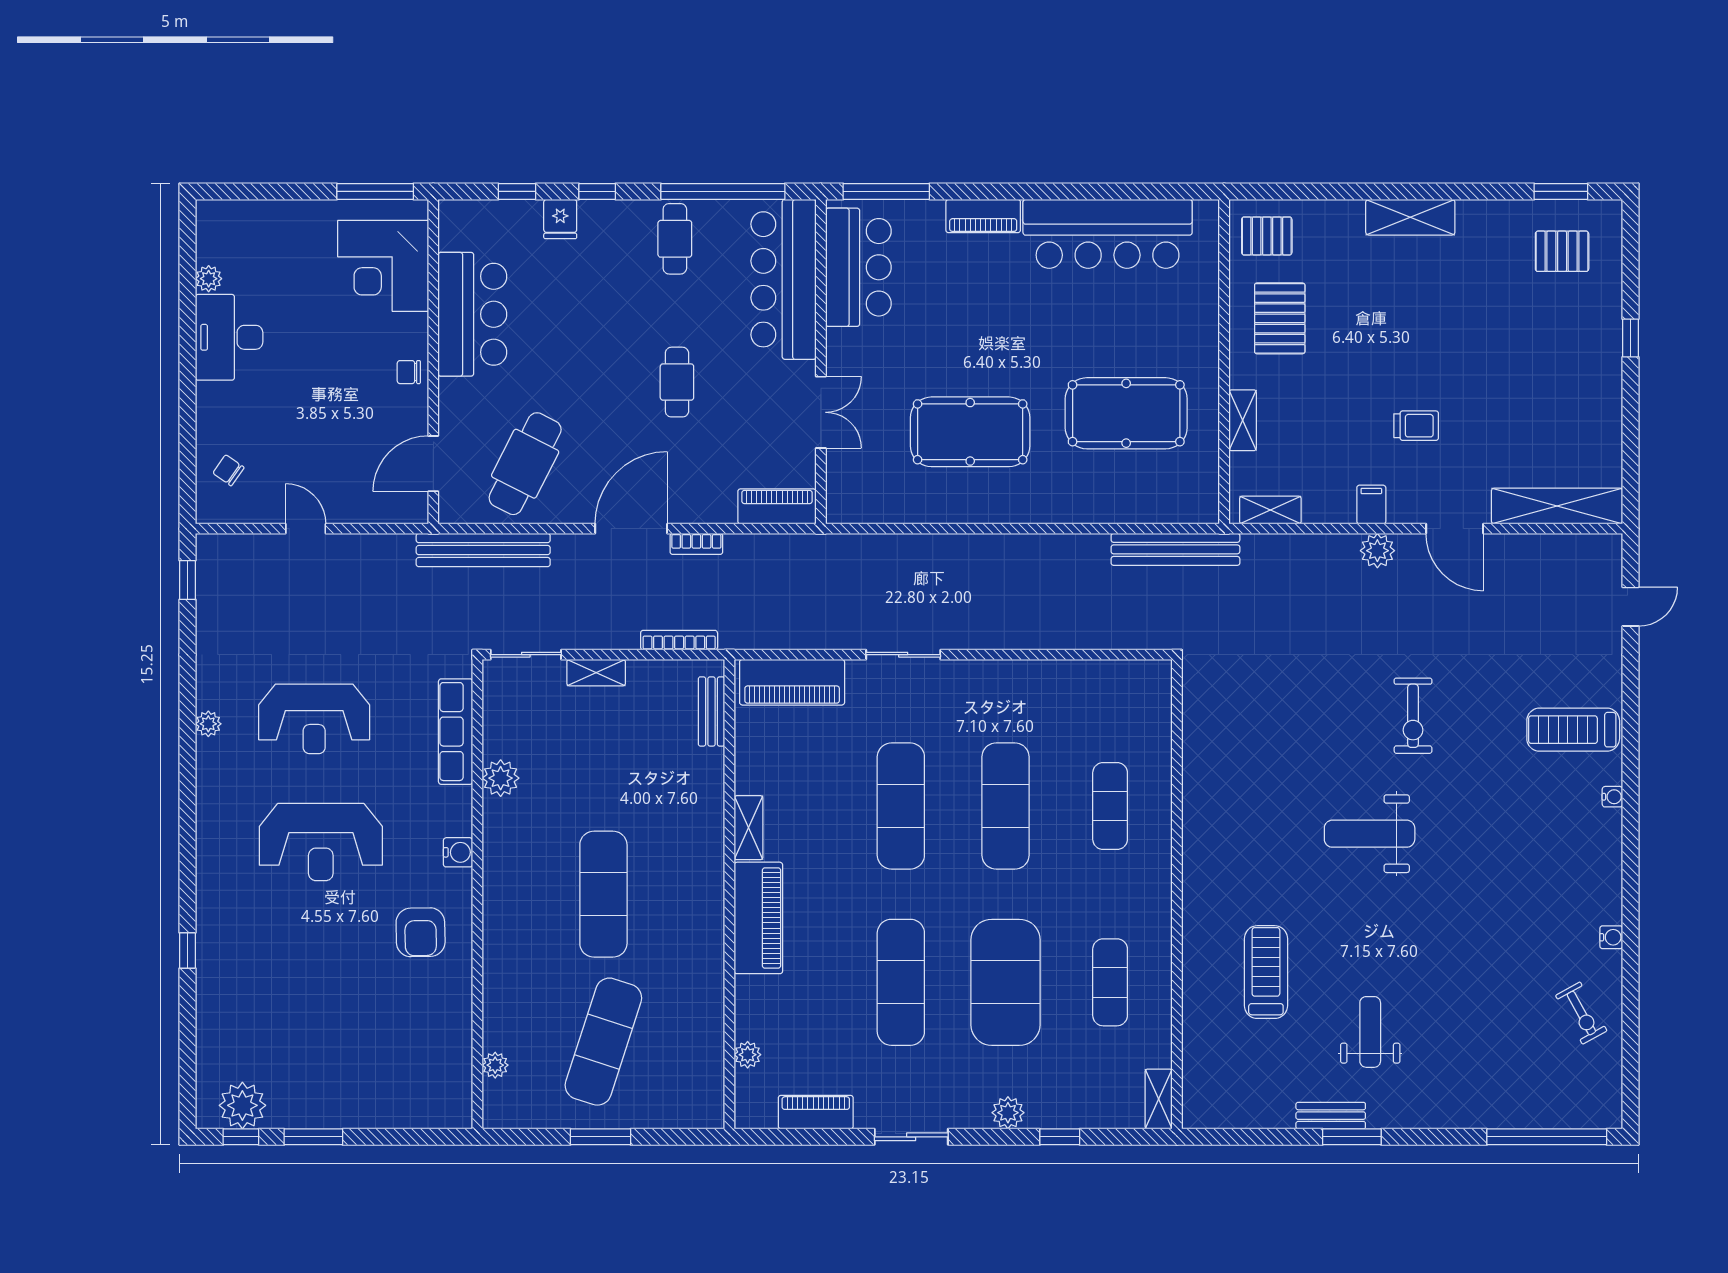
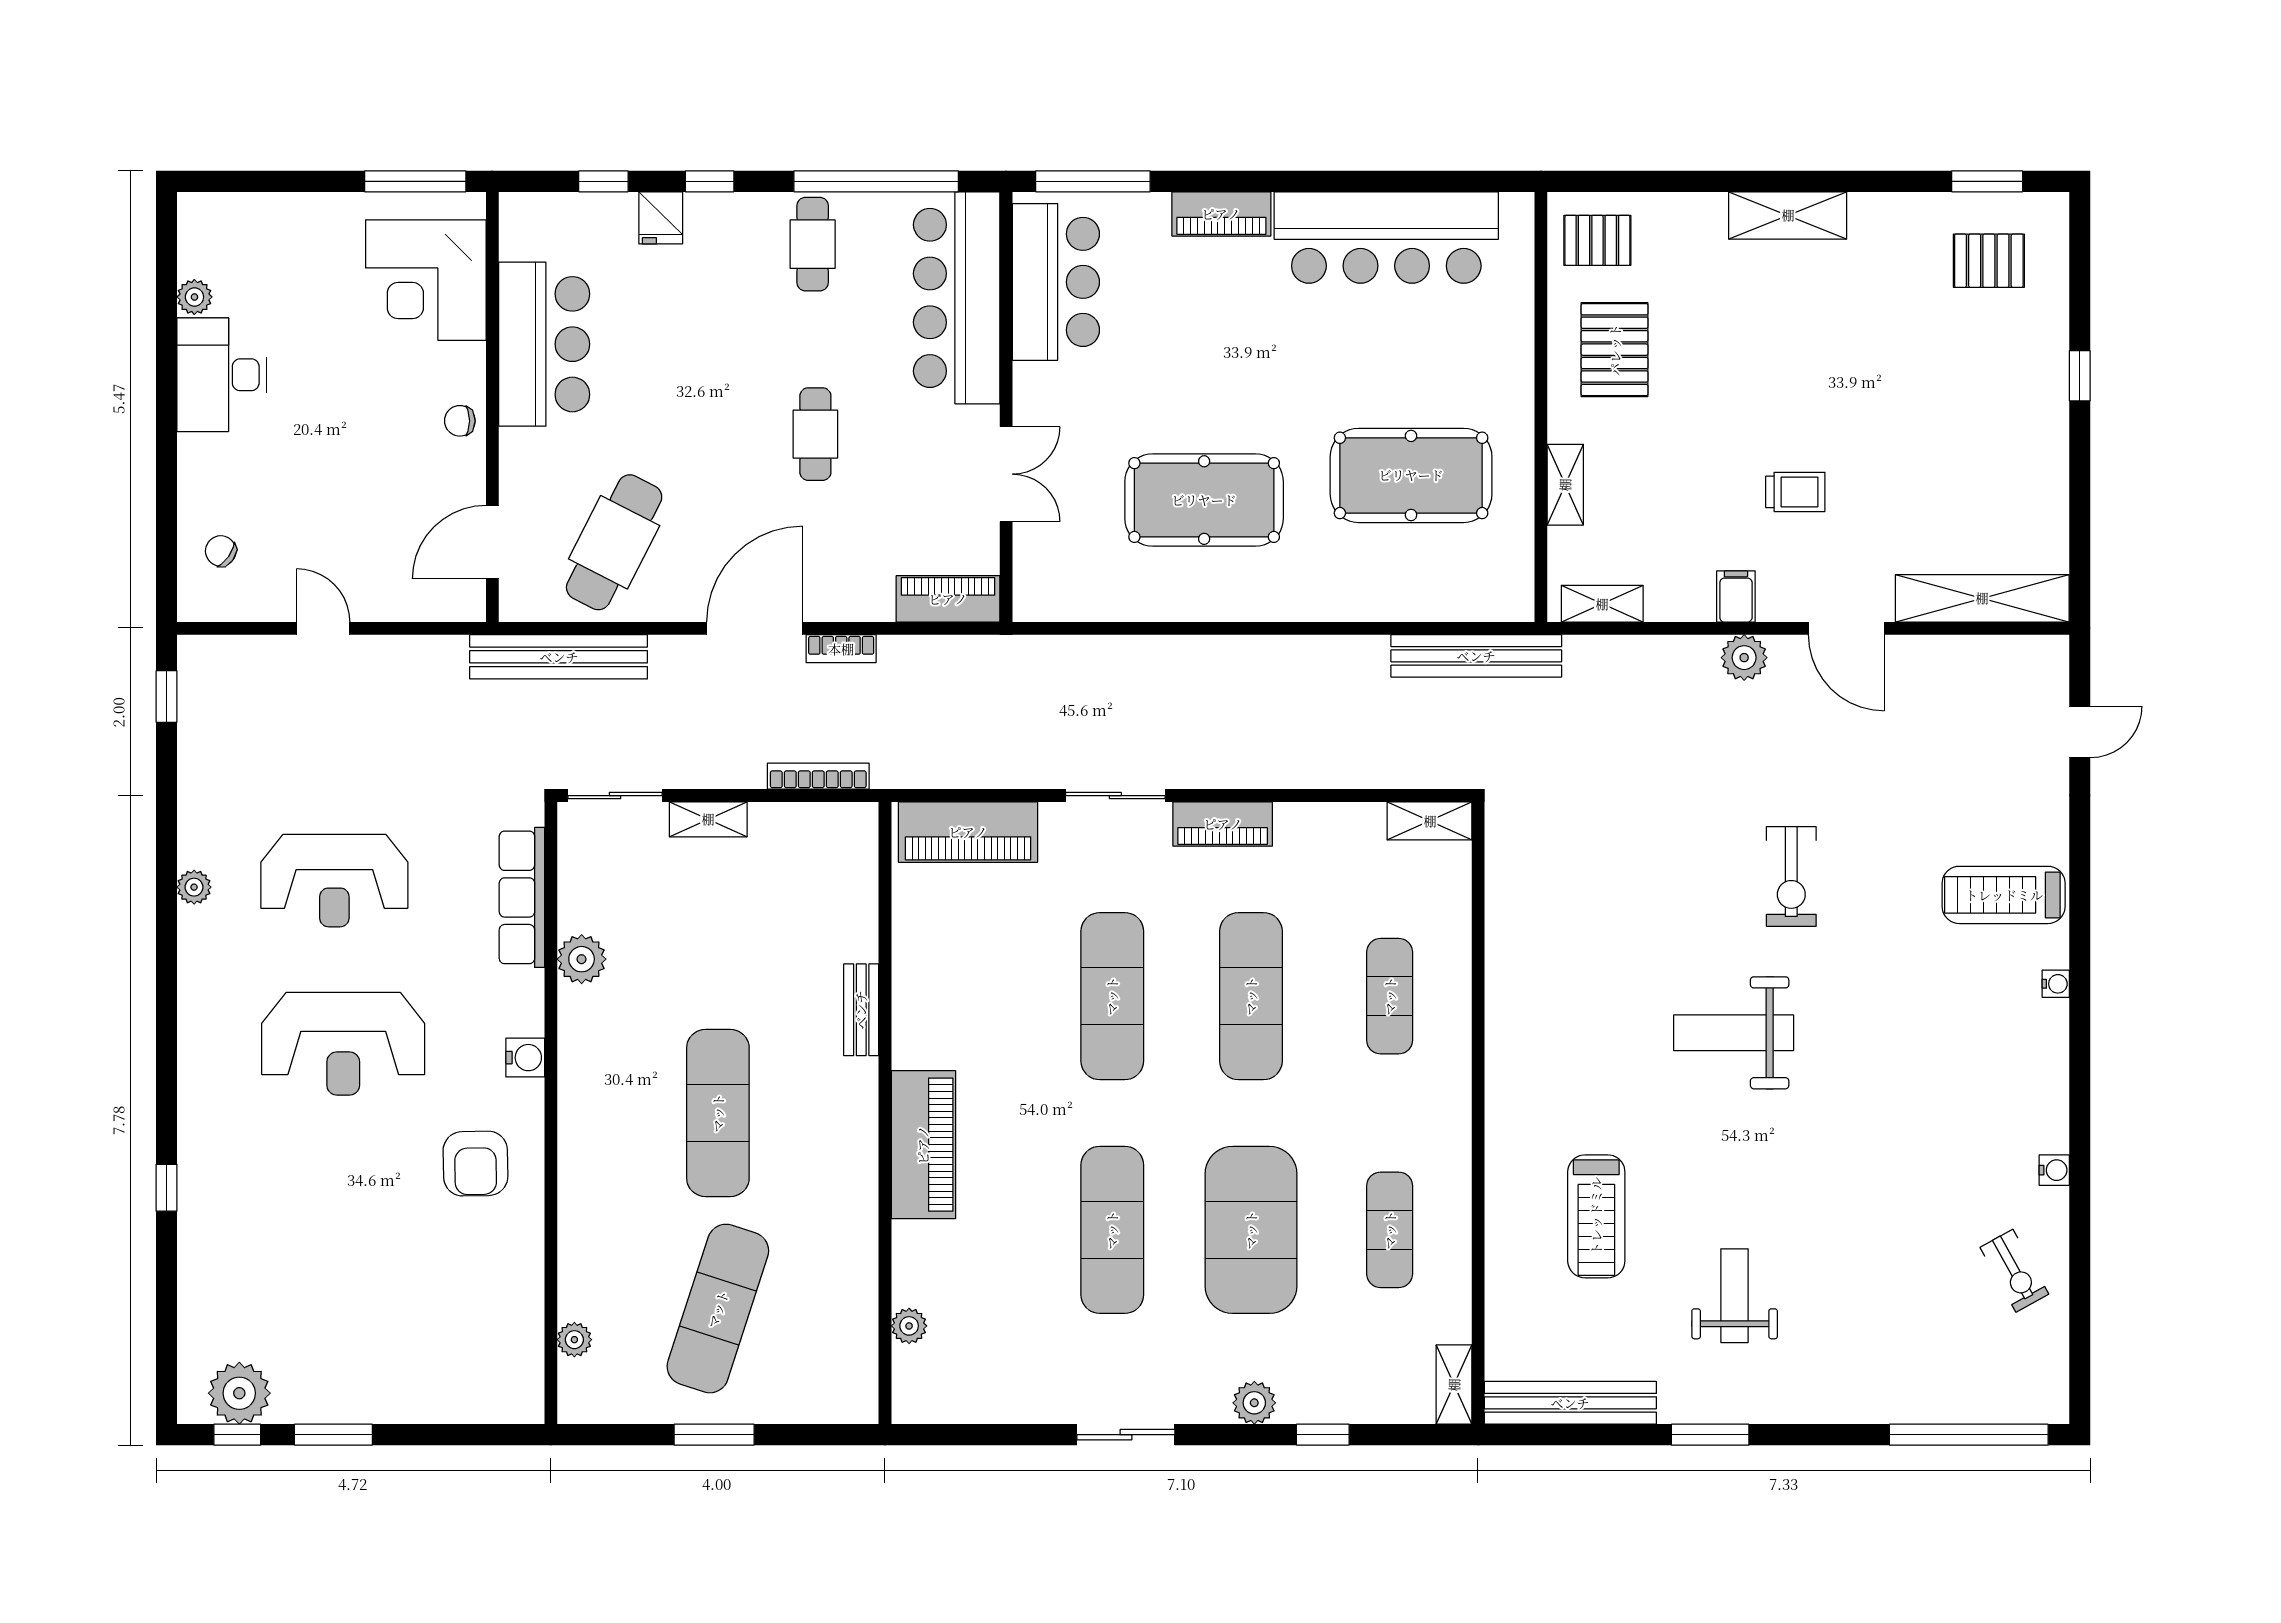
bench: (712, 711) -> (861, 1010), moved
shelving: (749, 828) -> (1430, 821), moved, turned 90
treadmill: (1266, 972) -> (1596, 1216), turned 180
piano: (816, 1112) -> (1223, 824), moved, turned 180
bench: (1331, 1116) -> (1570, 1403), moved, width x1.86, depth x1.21

